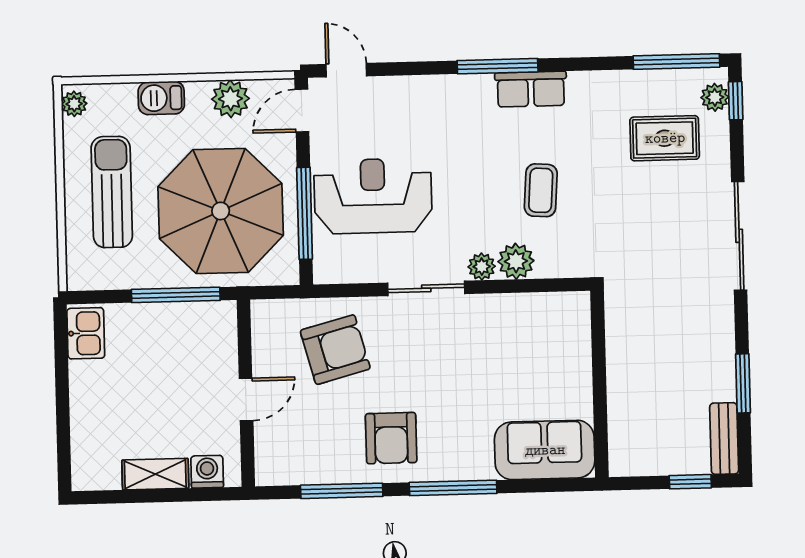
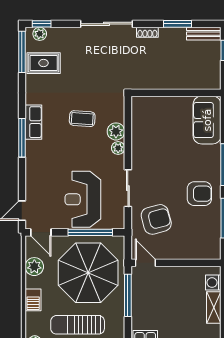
rug: (665, 138) -> (44, 63), moved, turned 90
sliding door: (426, 288) -> (128, 188), moved
shoe rack: (724, 321) -> (147, 32), added
armchair: (335, 350) -> (156, 219), turned 90
door: (246, 399) -> (145, 263), moved

